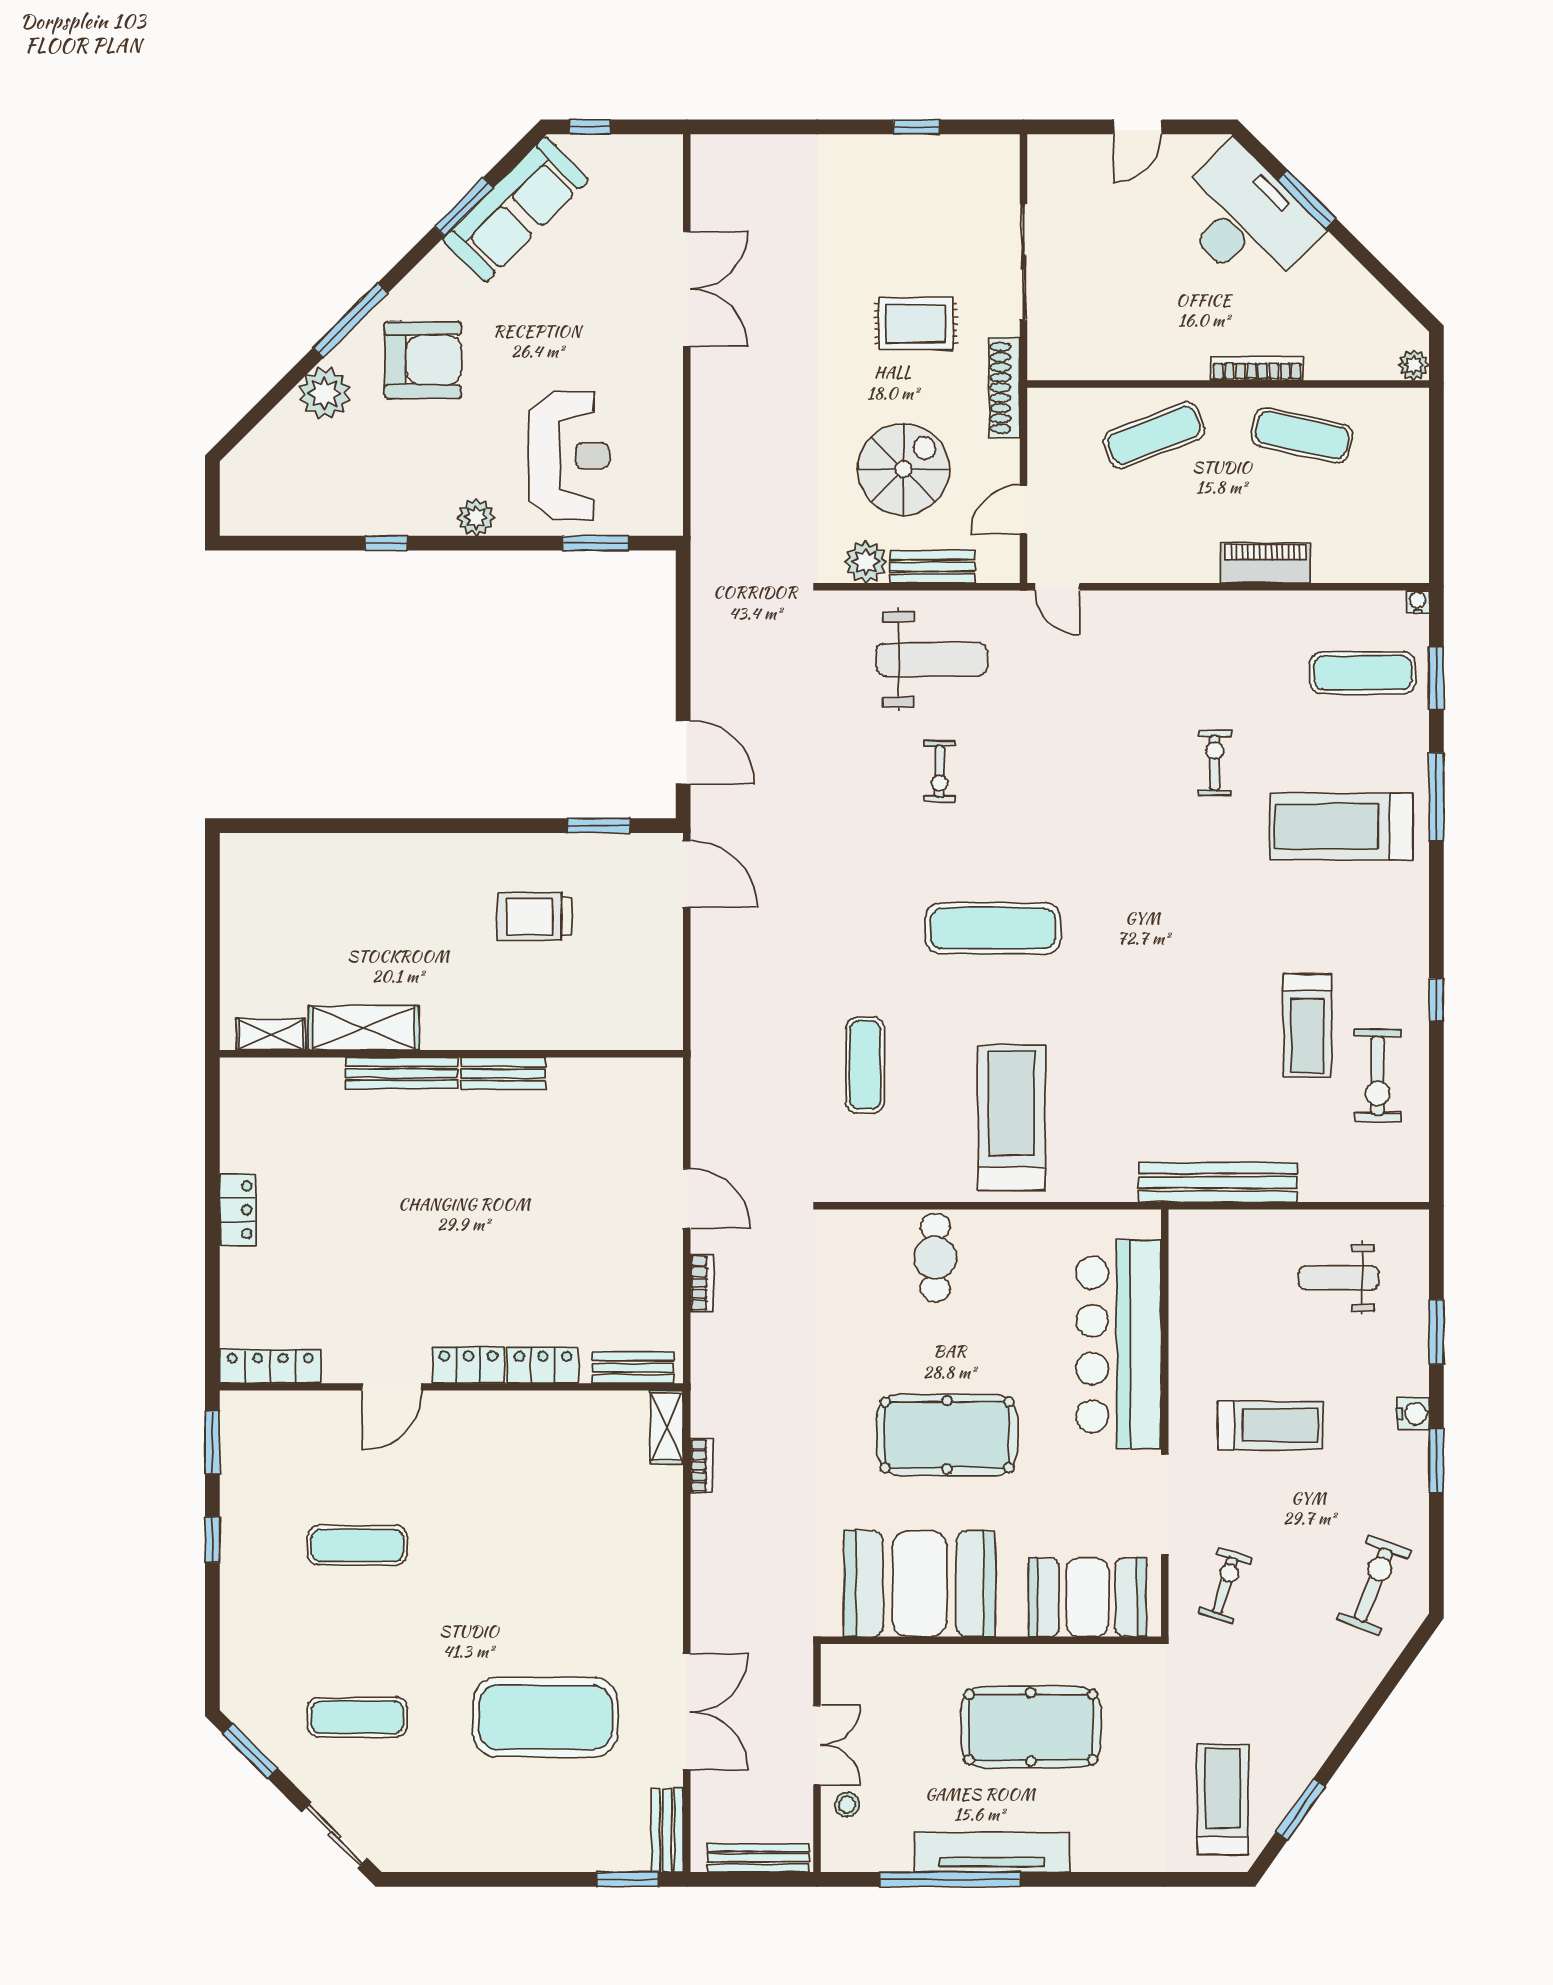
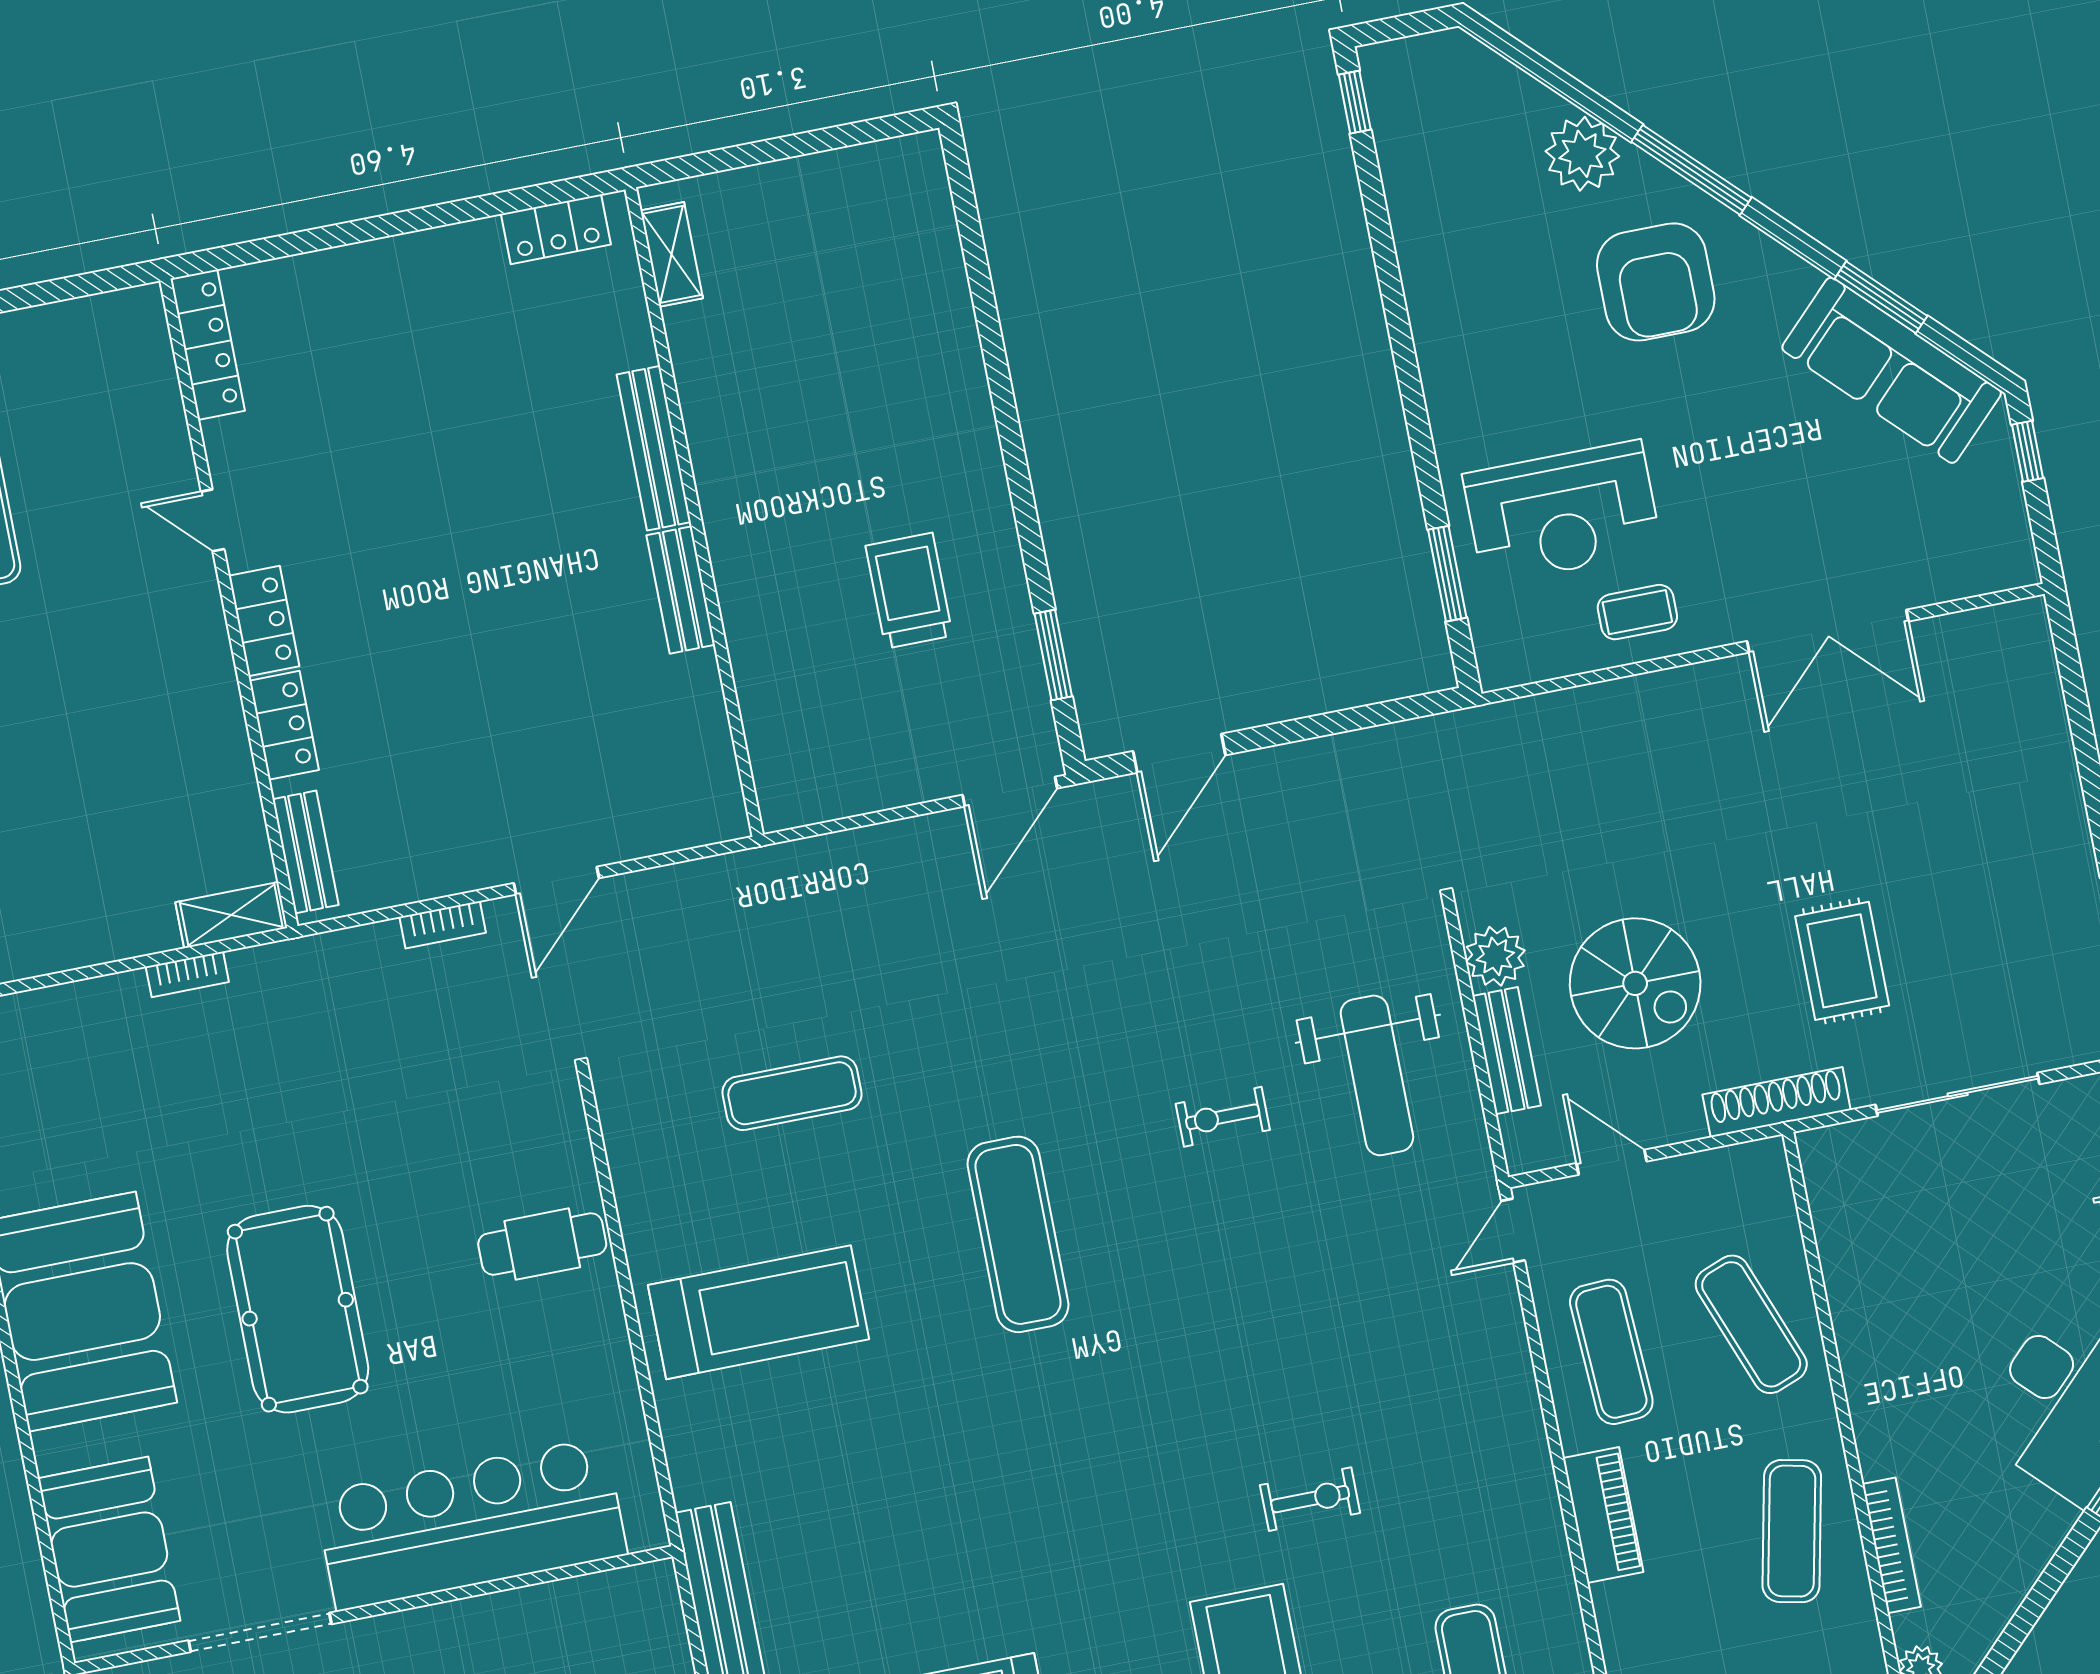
bookcase: (1257, 368) -> (1892, 1545), moved
coffee table: (648, 417) -> (1637, 612), added
plant: (476, 517) -> (1451, 399), removed
exercise mat: (1154, 535) -> (1611, 1352), added
window: (386, 543) -> (1355, 102), moved
shelving: (364, 1028) -> (706, 382), removed
locker: (238, 1210) -> (556, 229), moved
door: (392, 1387) -> (213, 520), width x0.73
window: (212, 1442) -> (86, 285), removed

